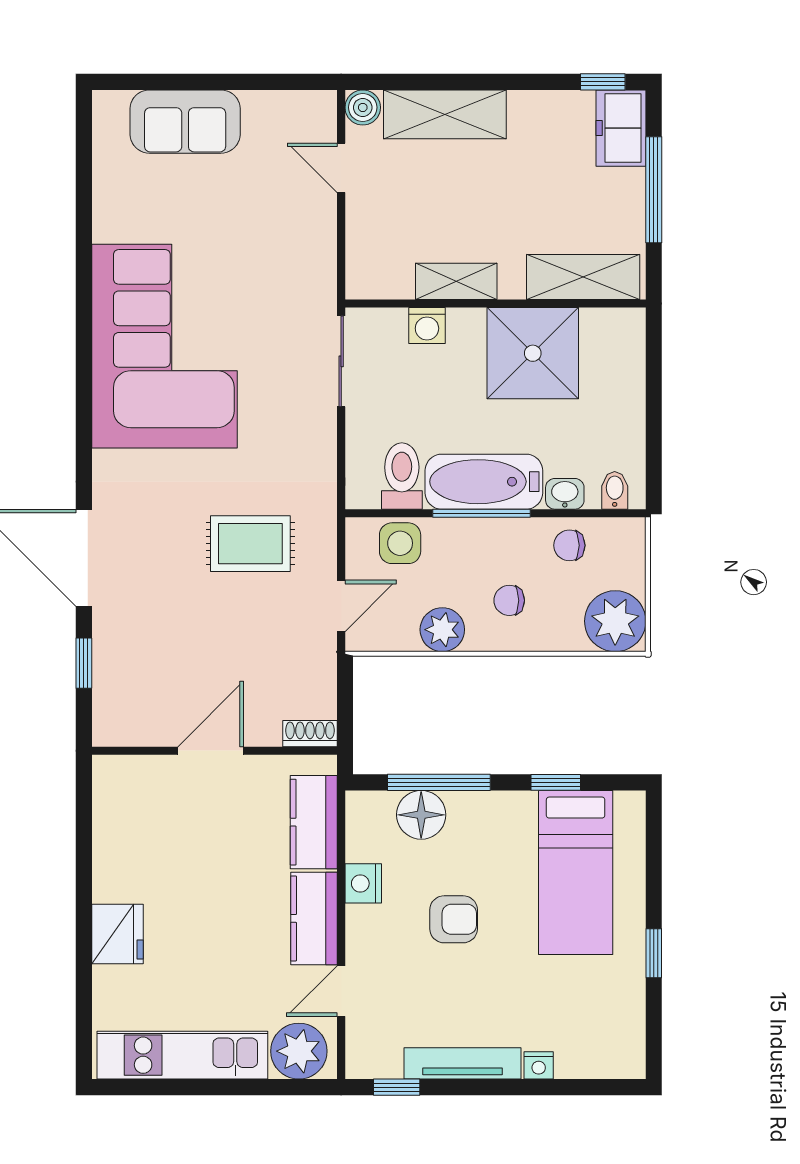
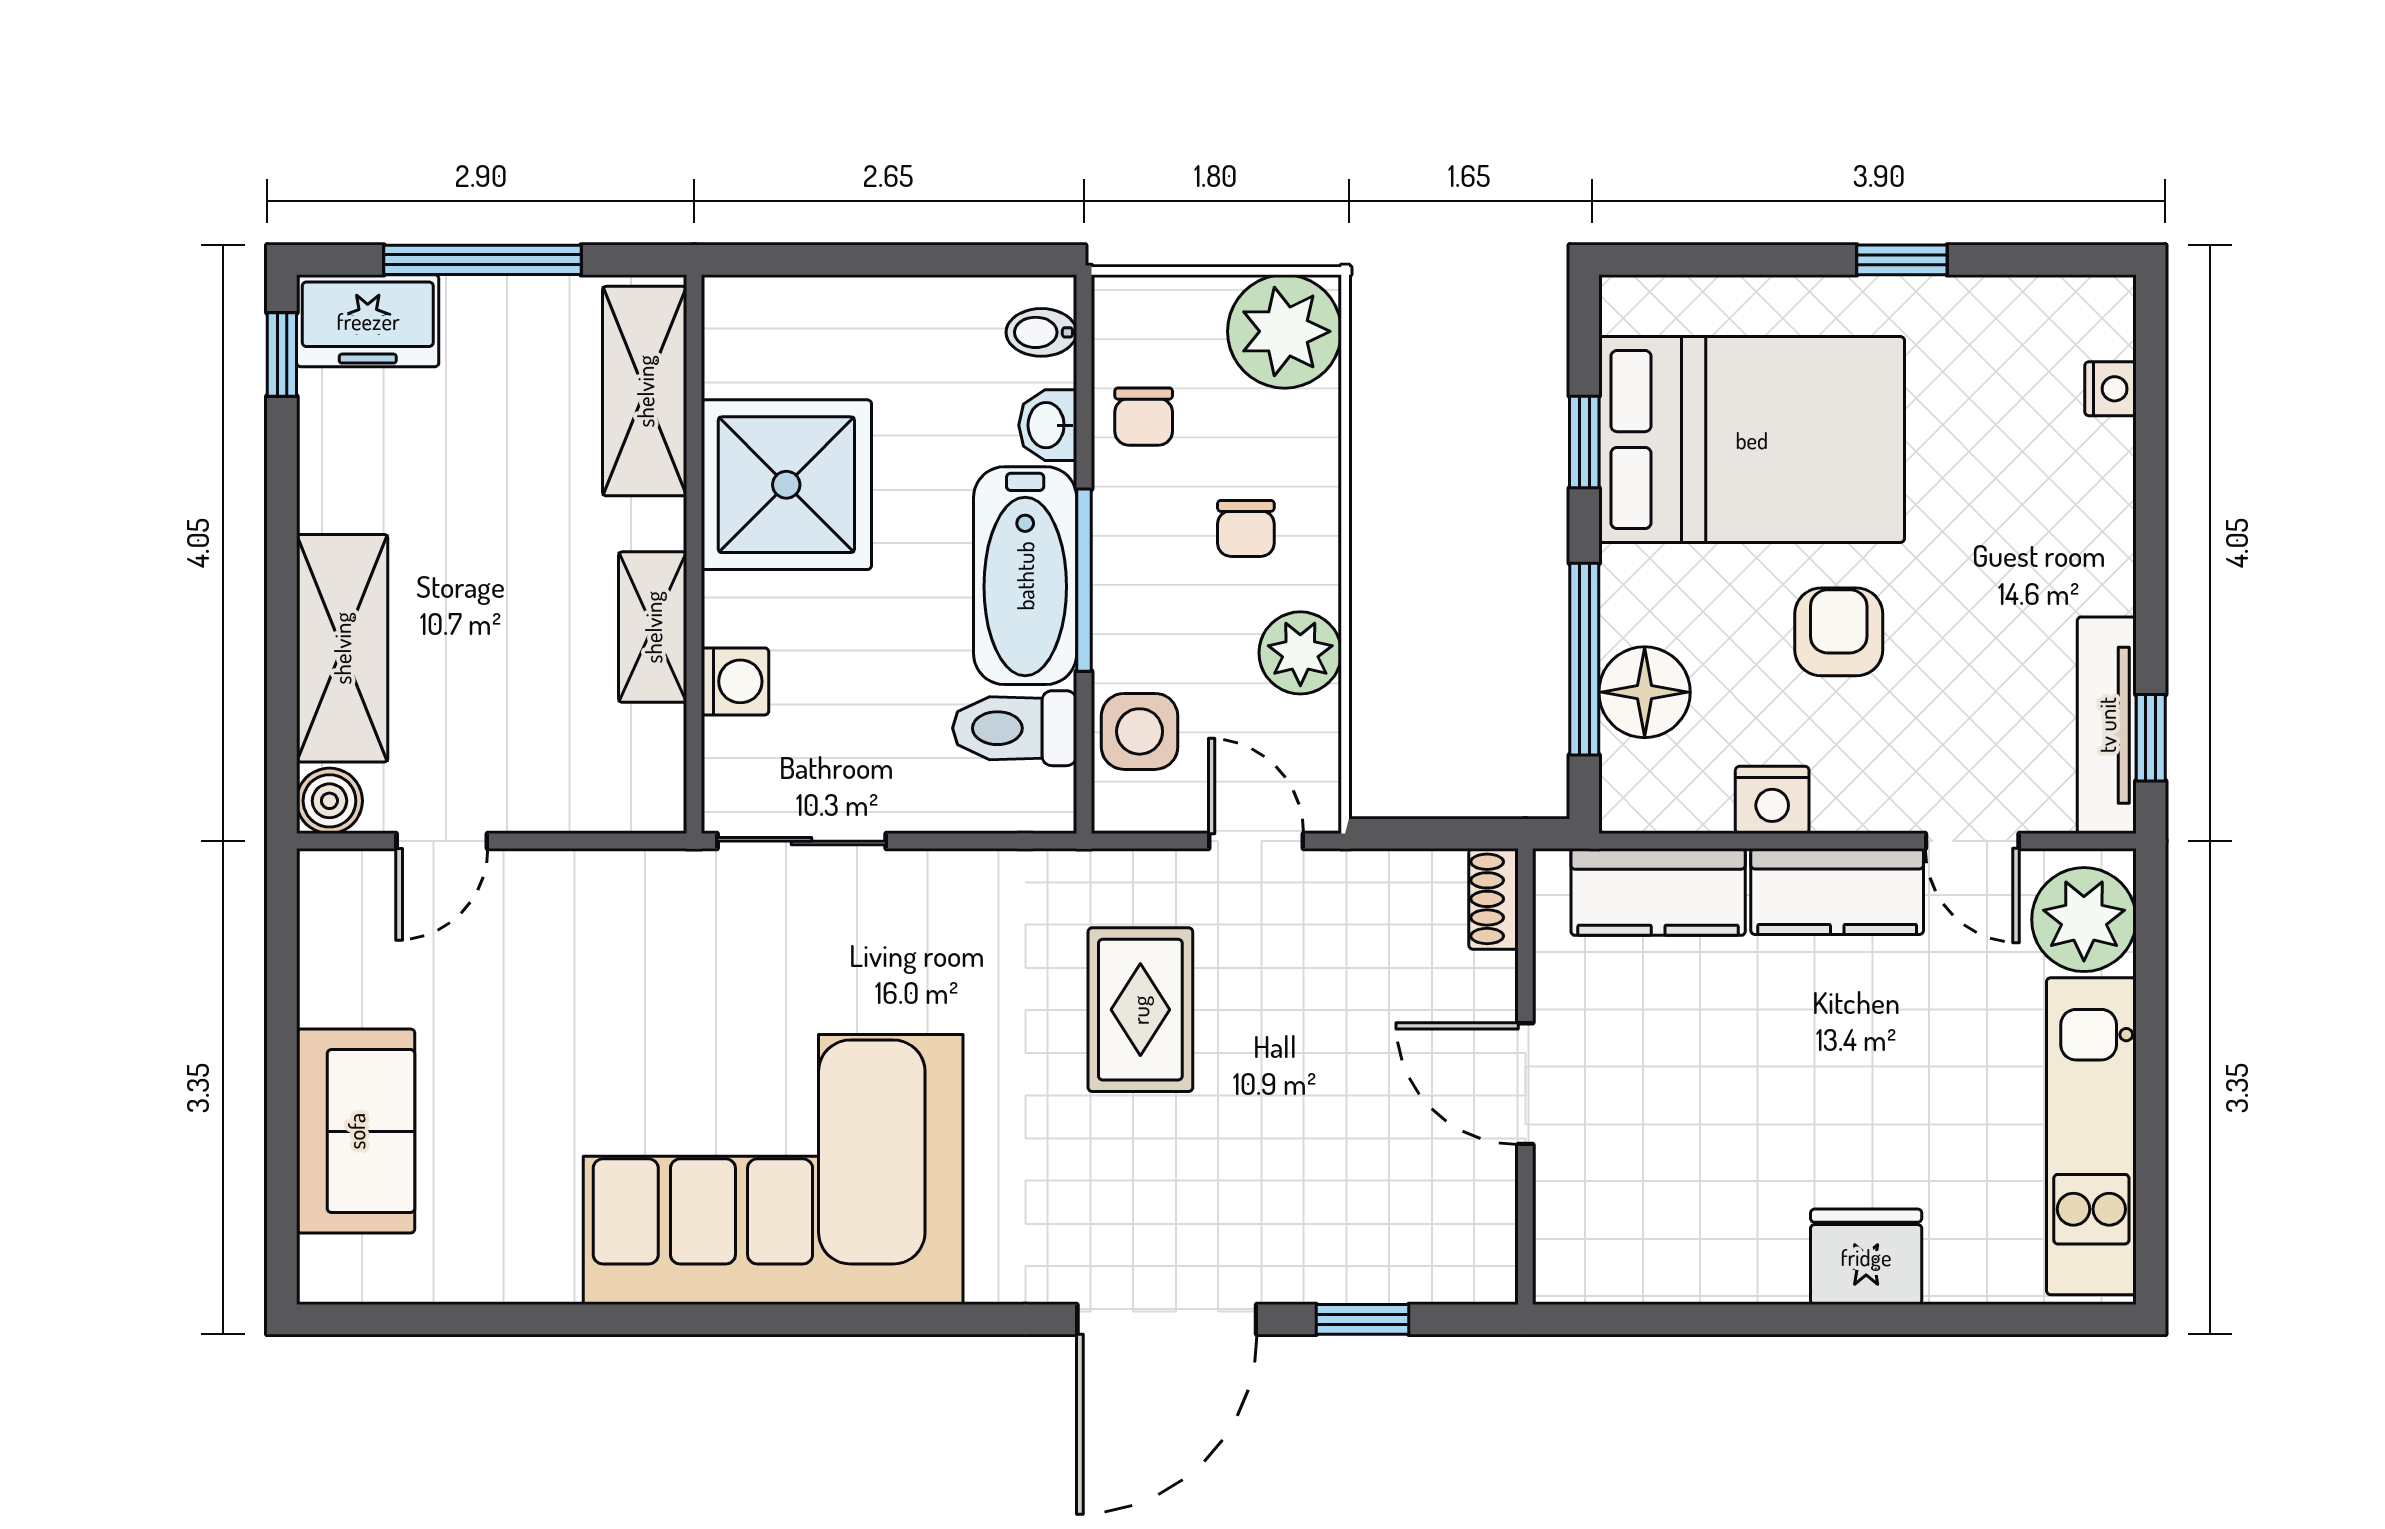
bed: (576, 872) -> (1752, 440), width x1.50
tv unit: (463, 1063) -> (2107, 725), moved
nightstand: (539, 1065) -> (2110, 389), moved

